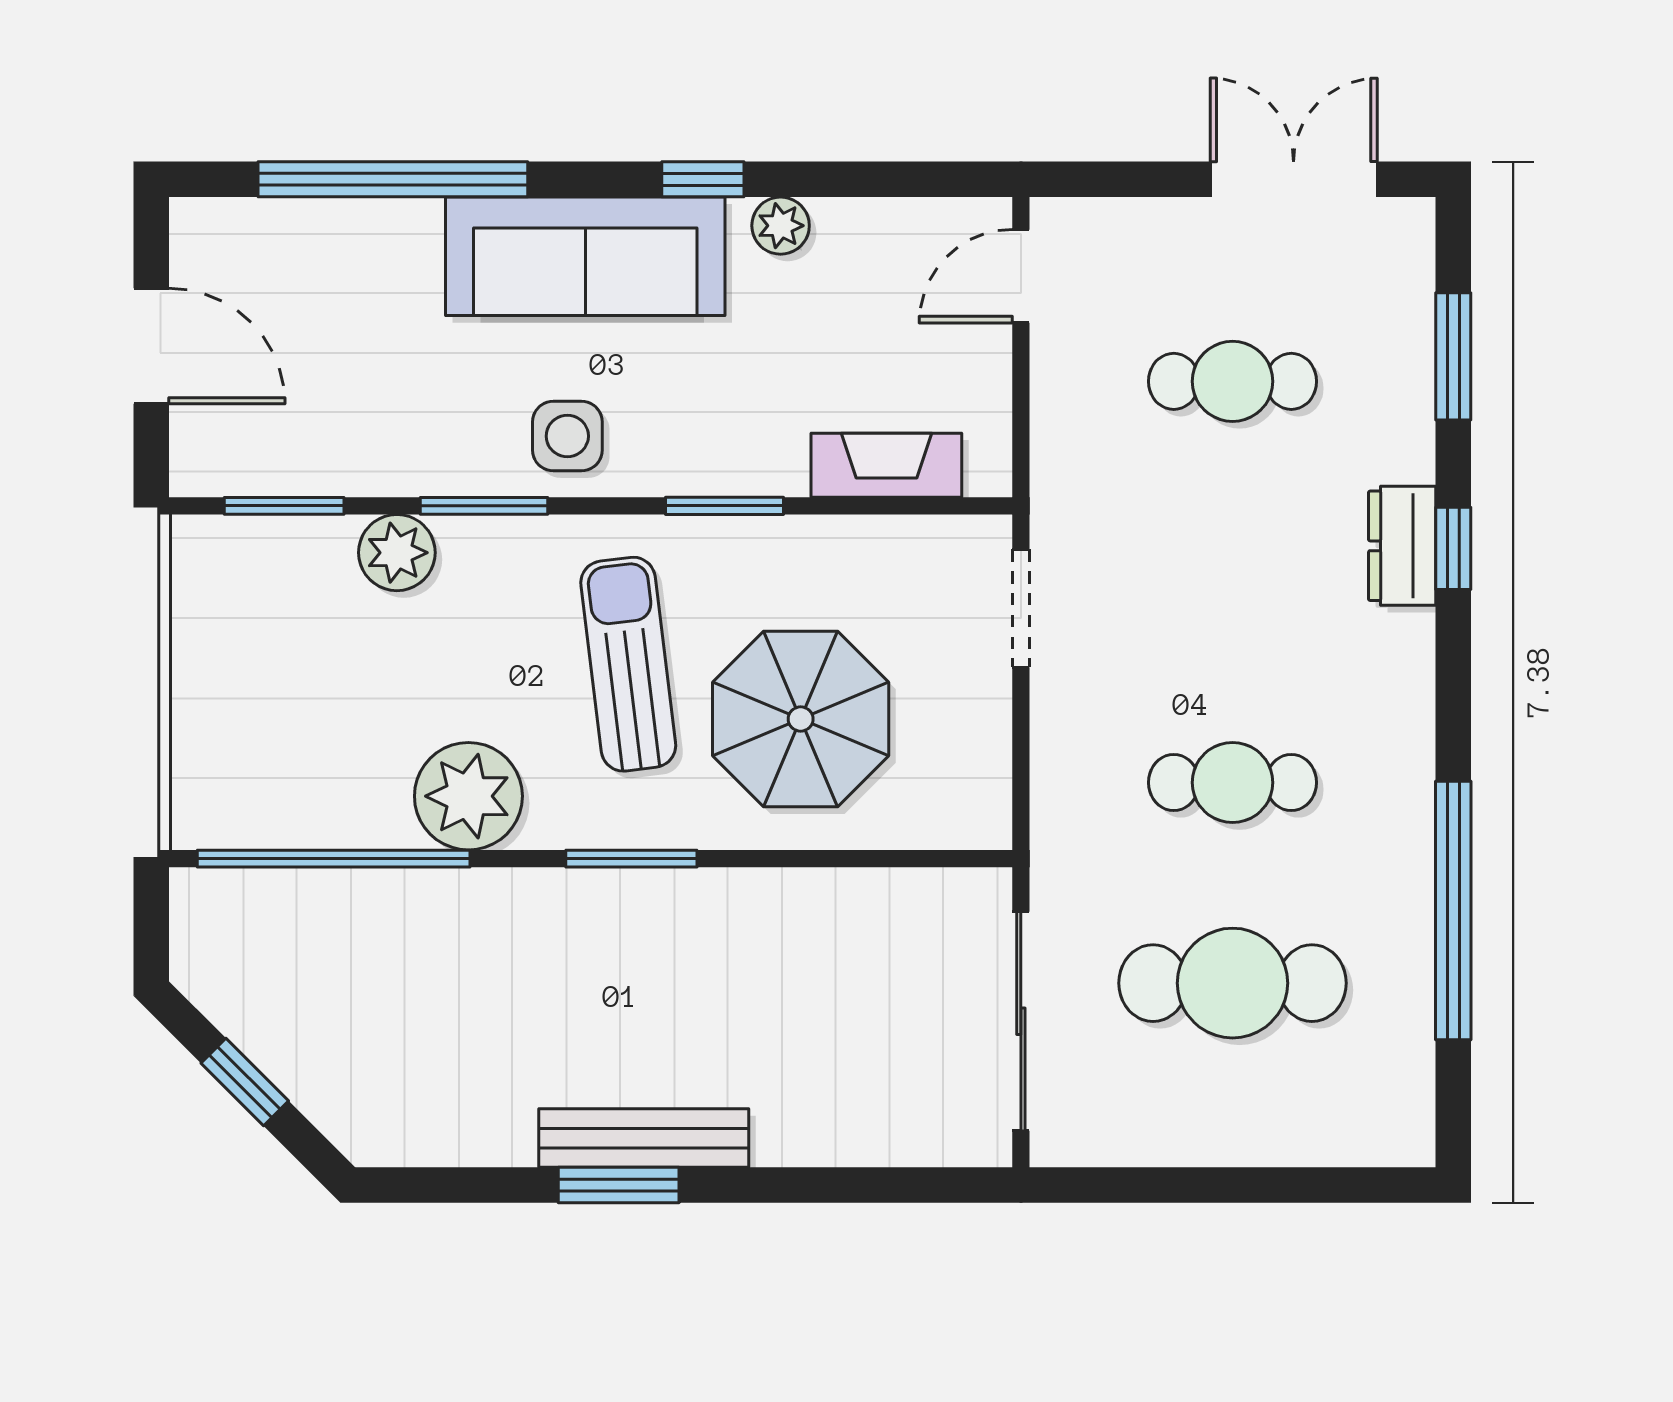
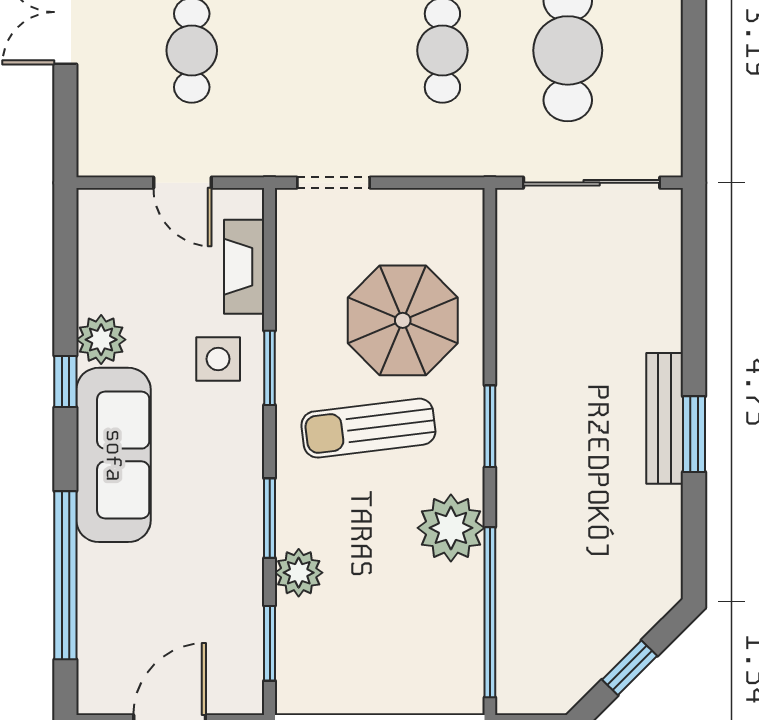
plant: (781, 226) -> (101, 340), width x1.38, depth x1.38
door: (1021, 276) -> (182, 183), moved
side table: (567, 436) -> (218, 359), moved

